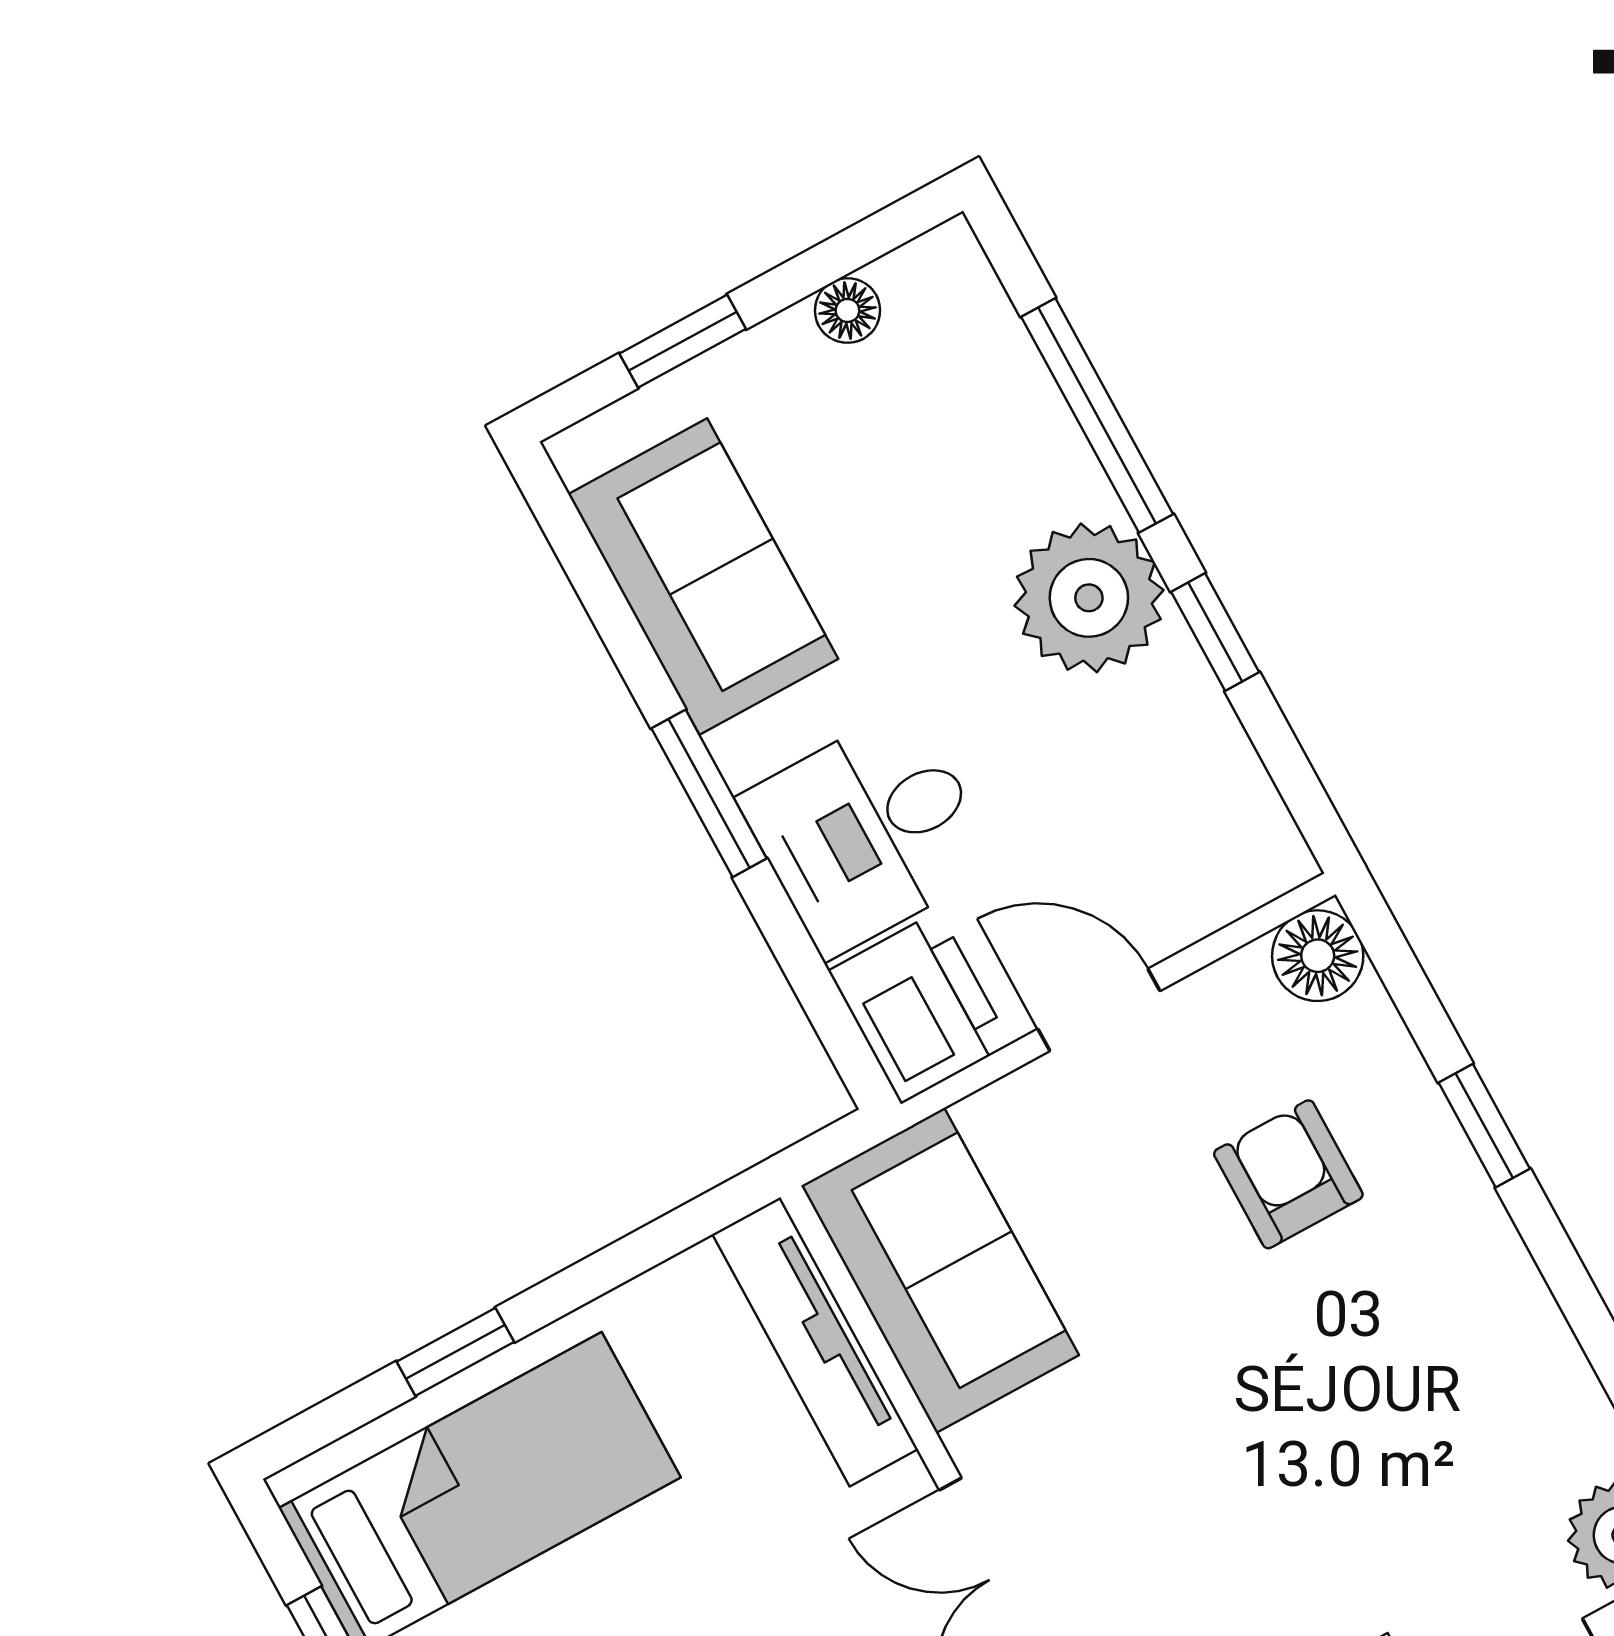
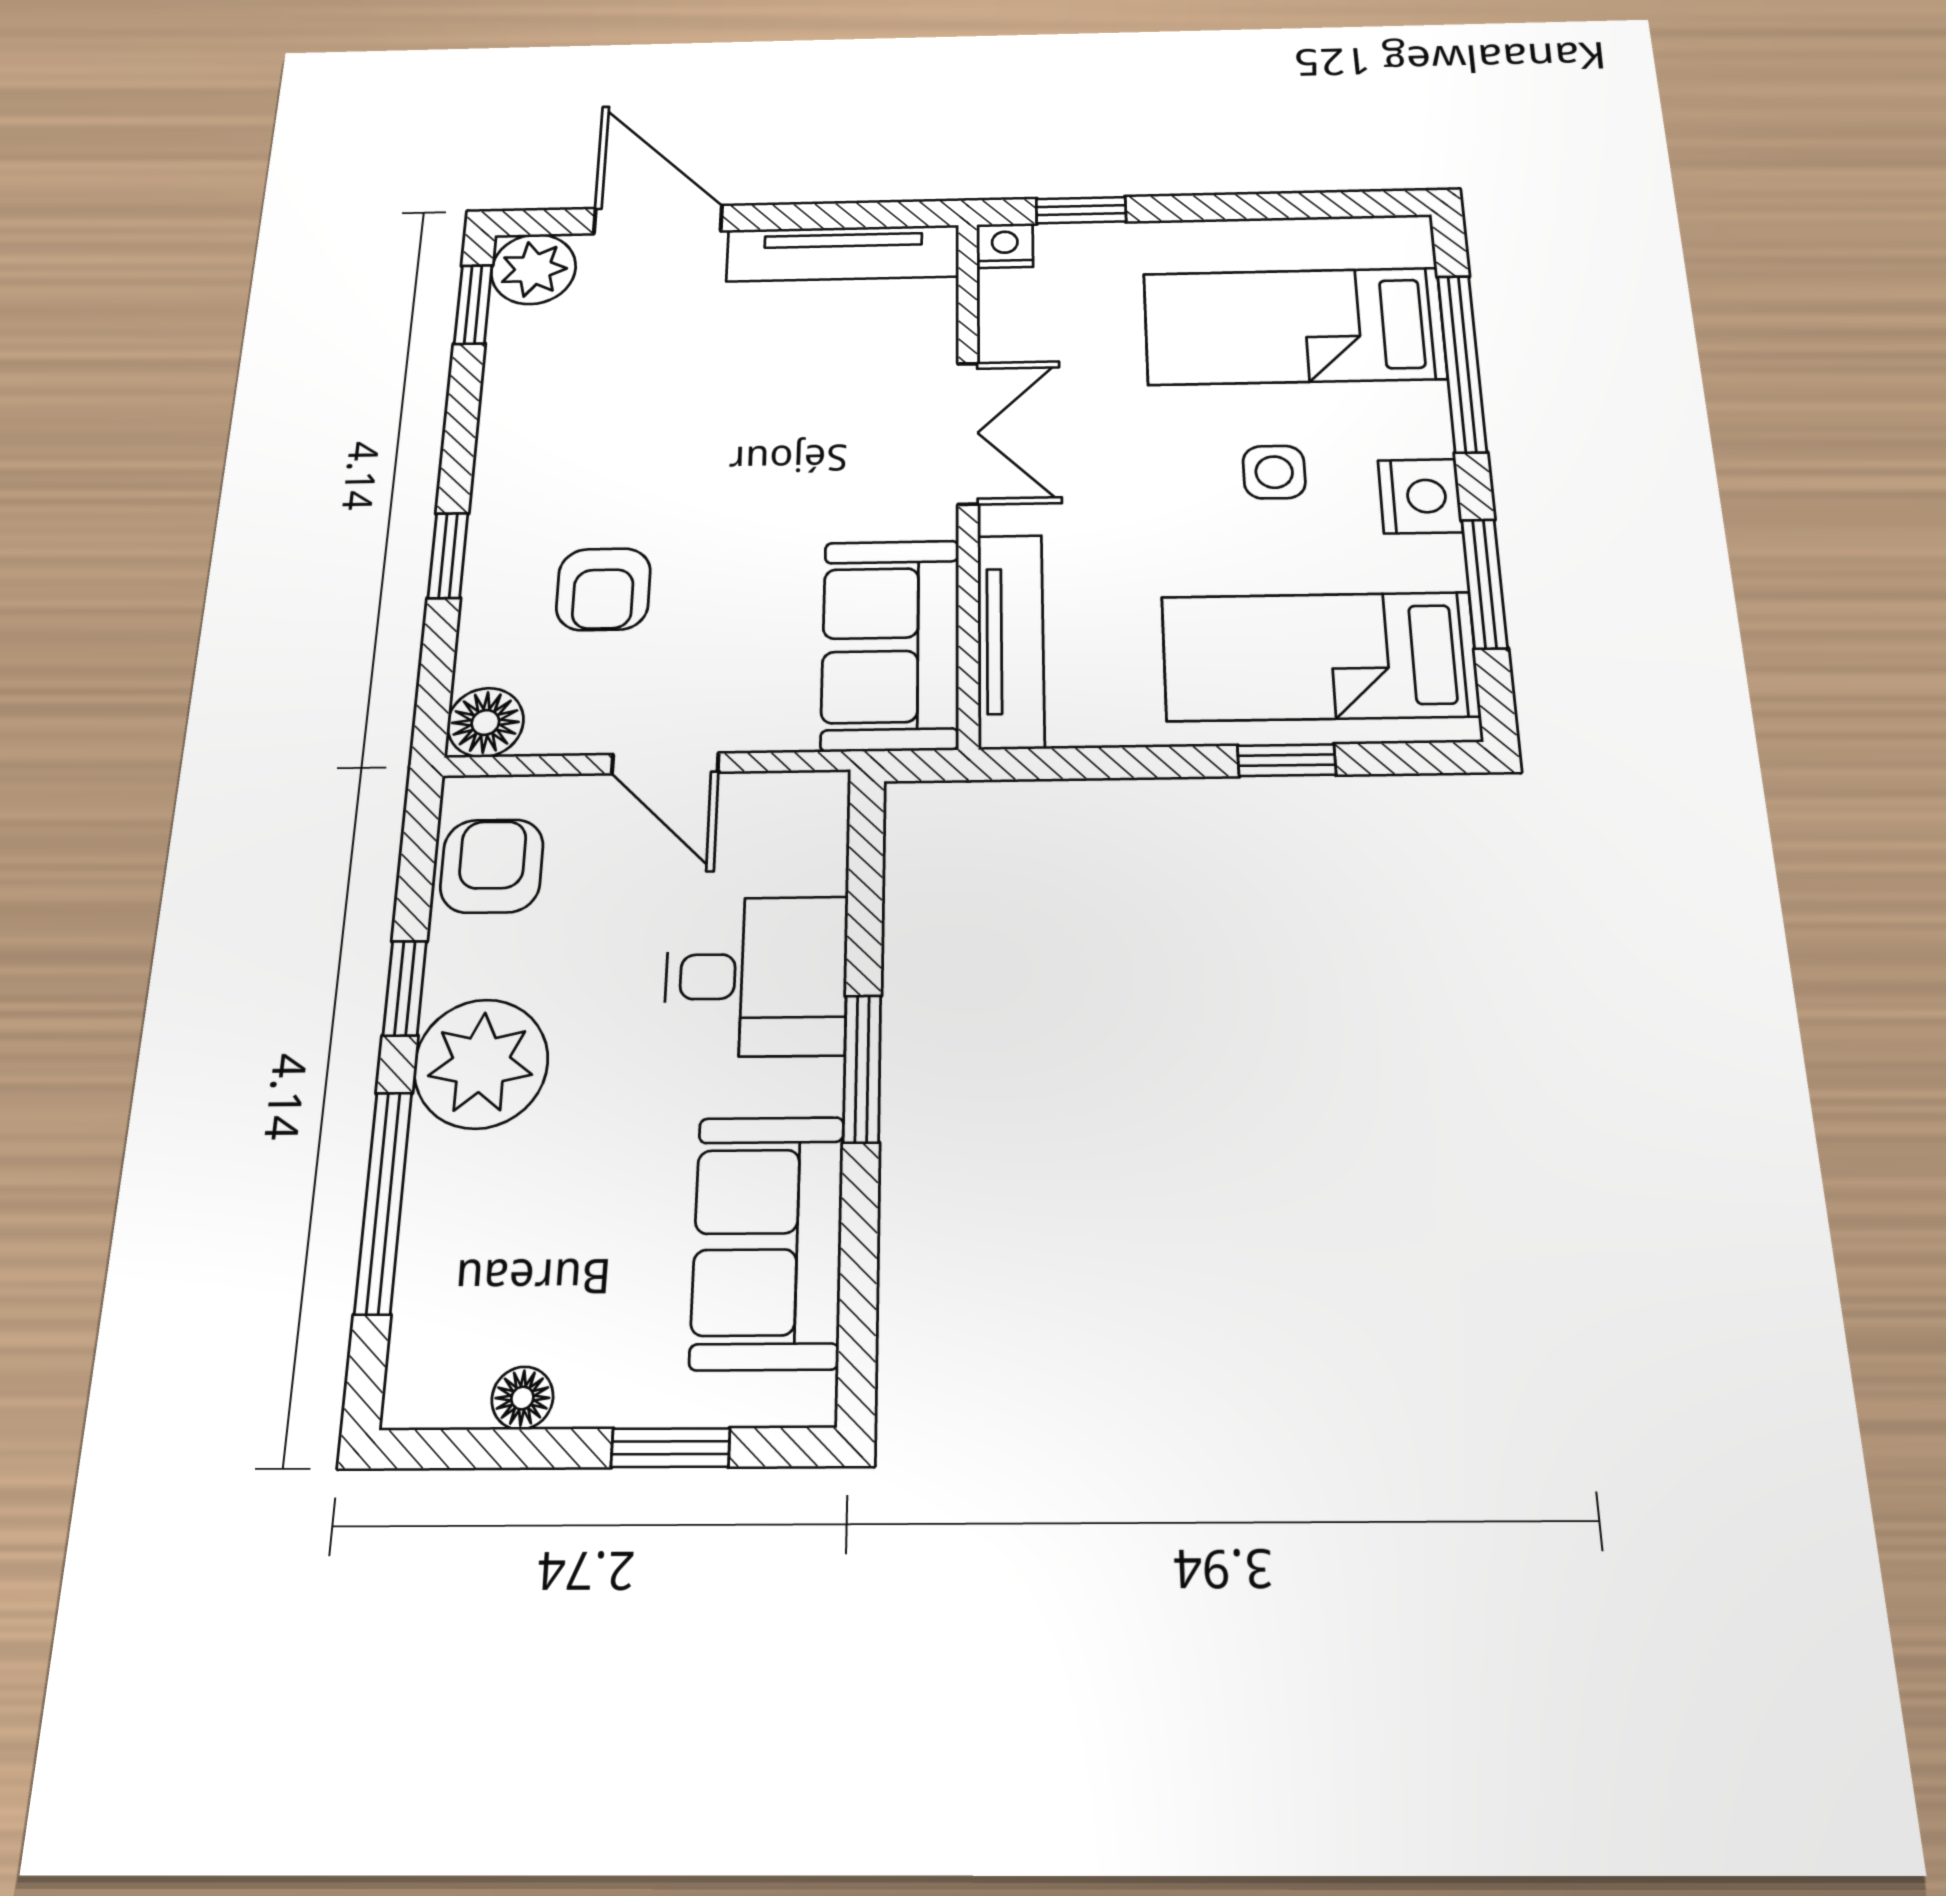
armchair: (1209, 804) -> (492, 866), added
printer: (920, 1007) -> (795, 830), removed

